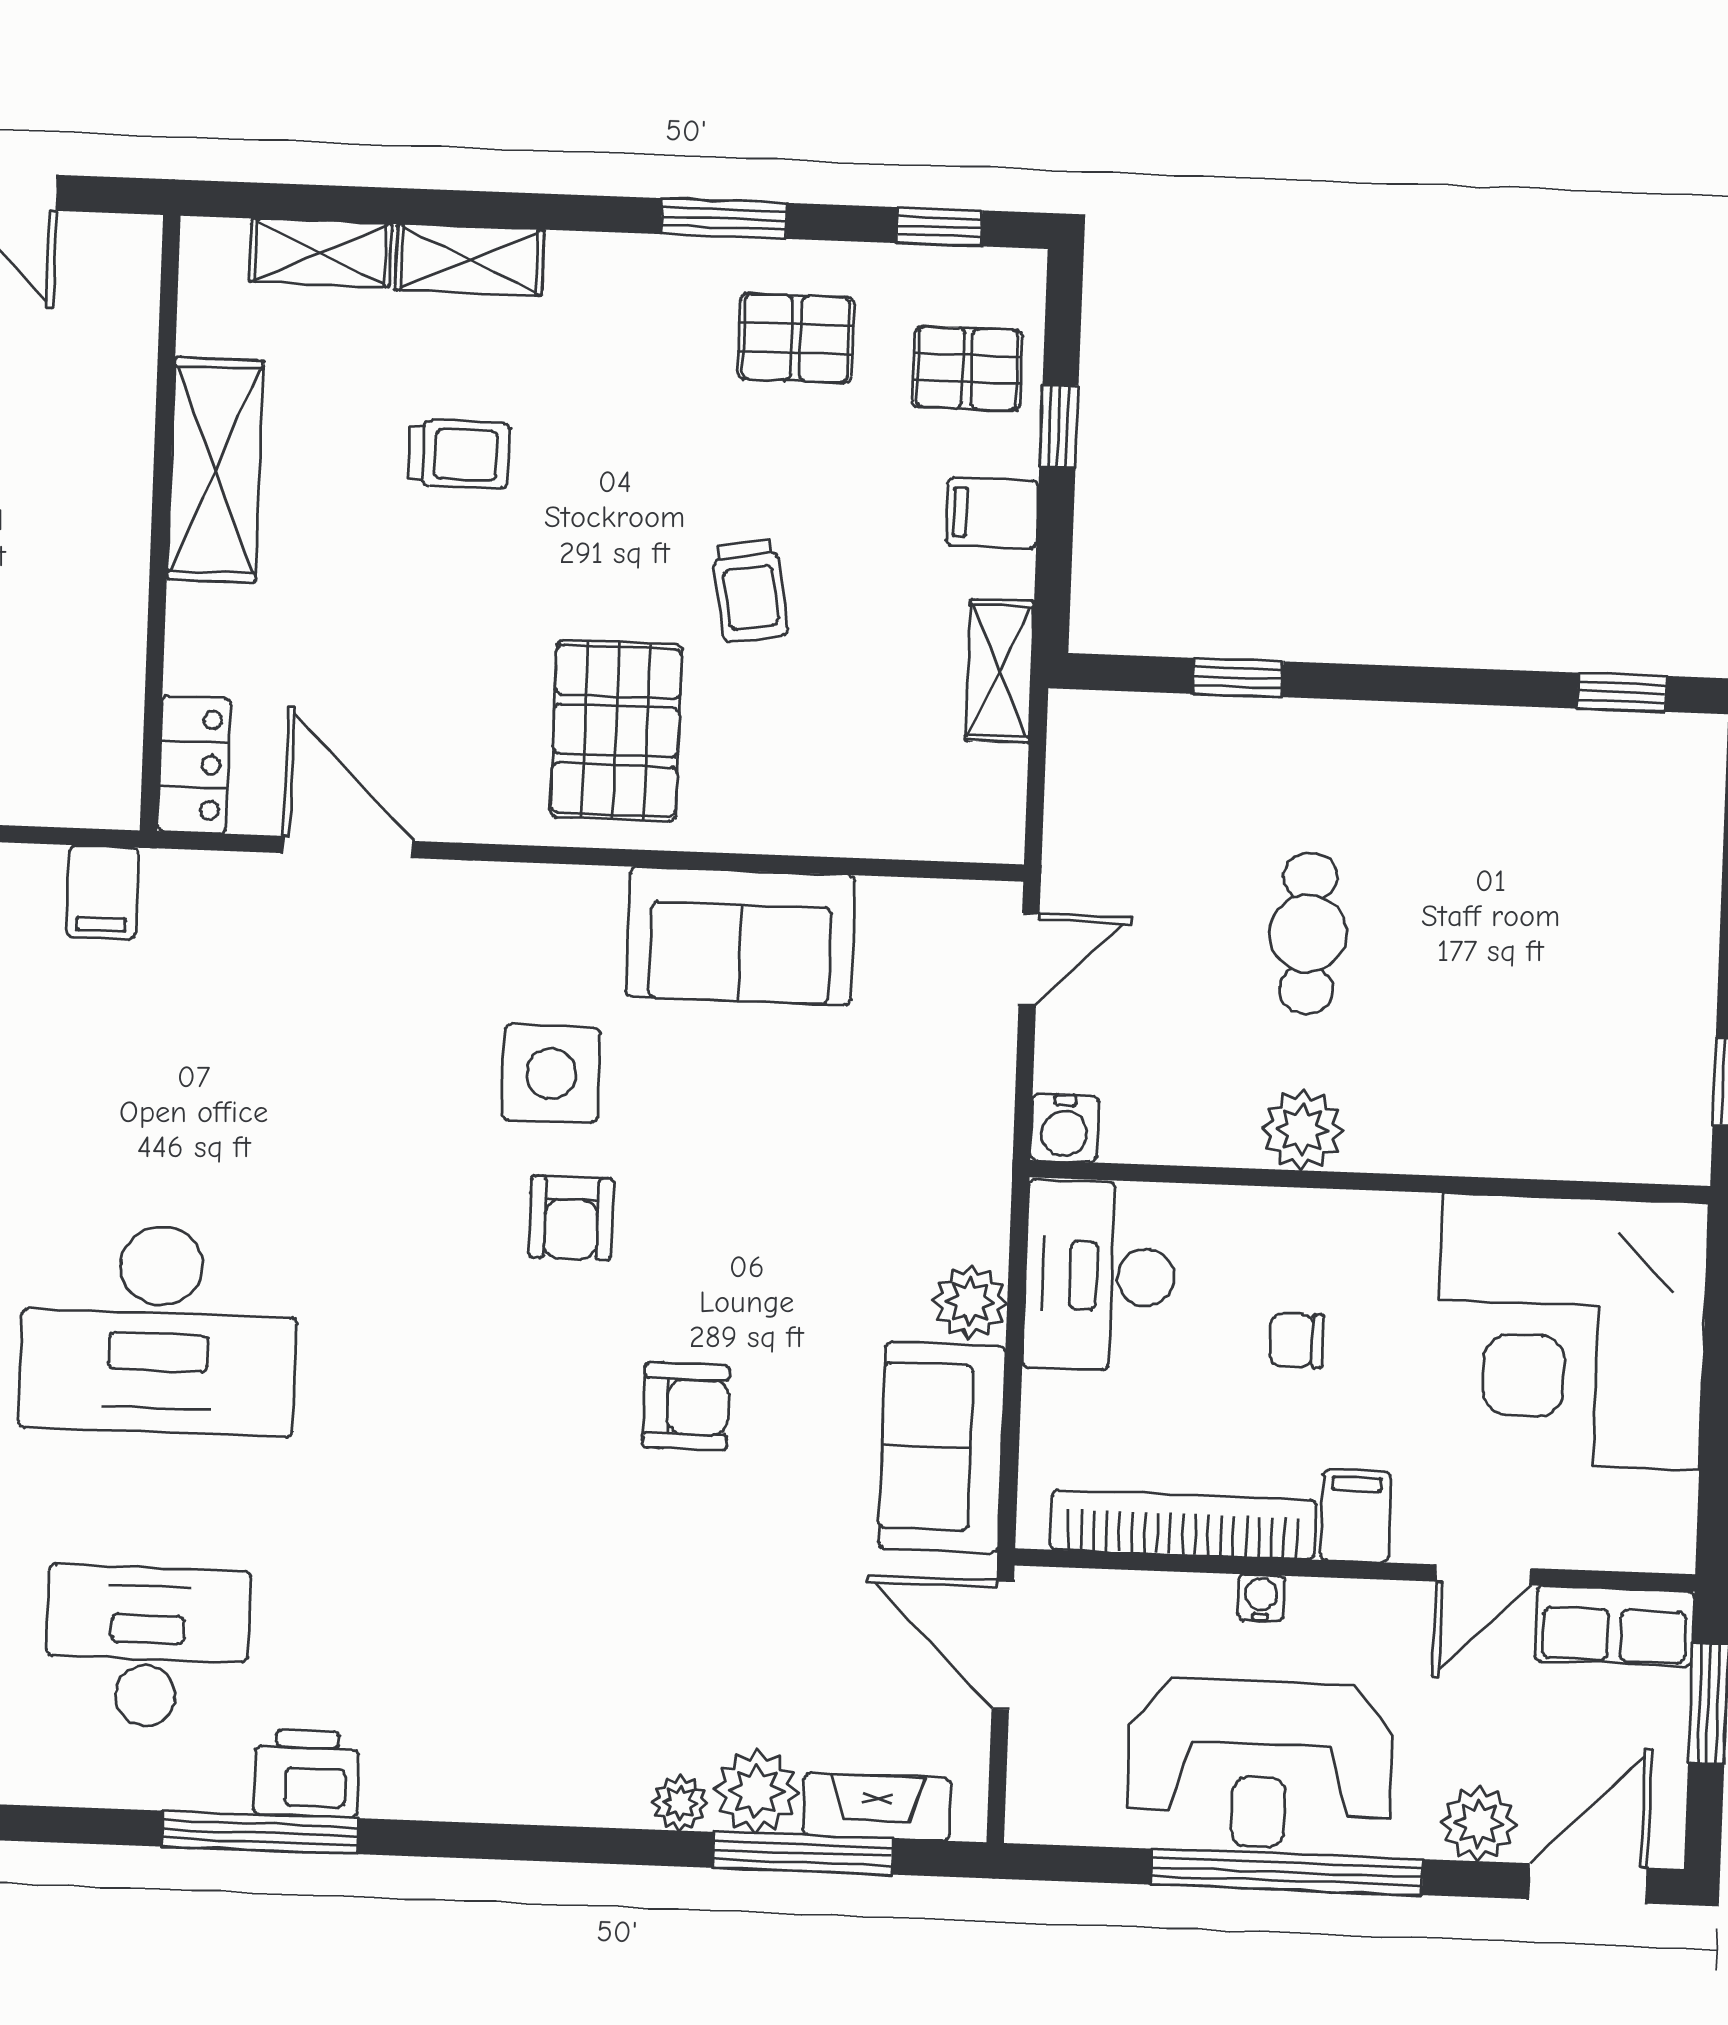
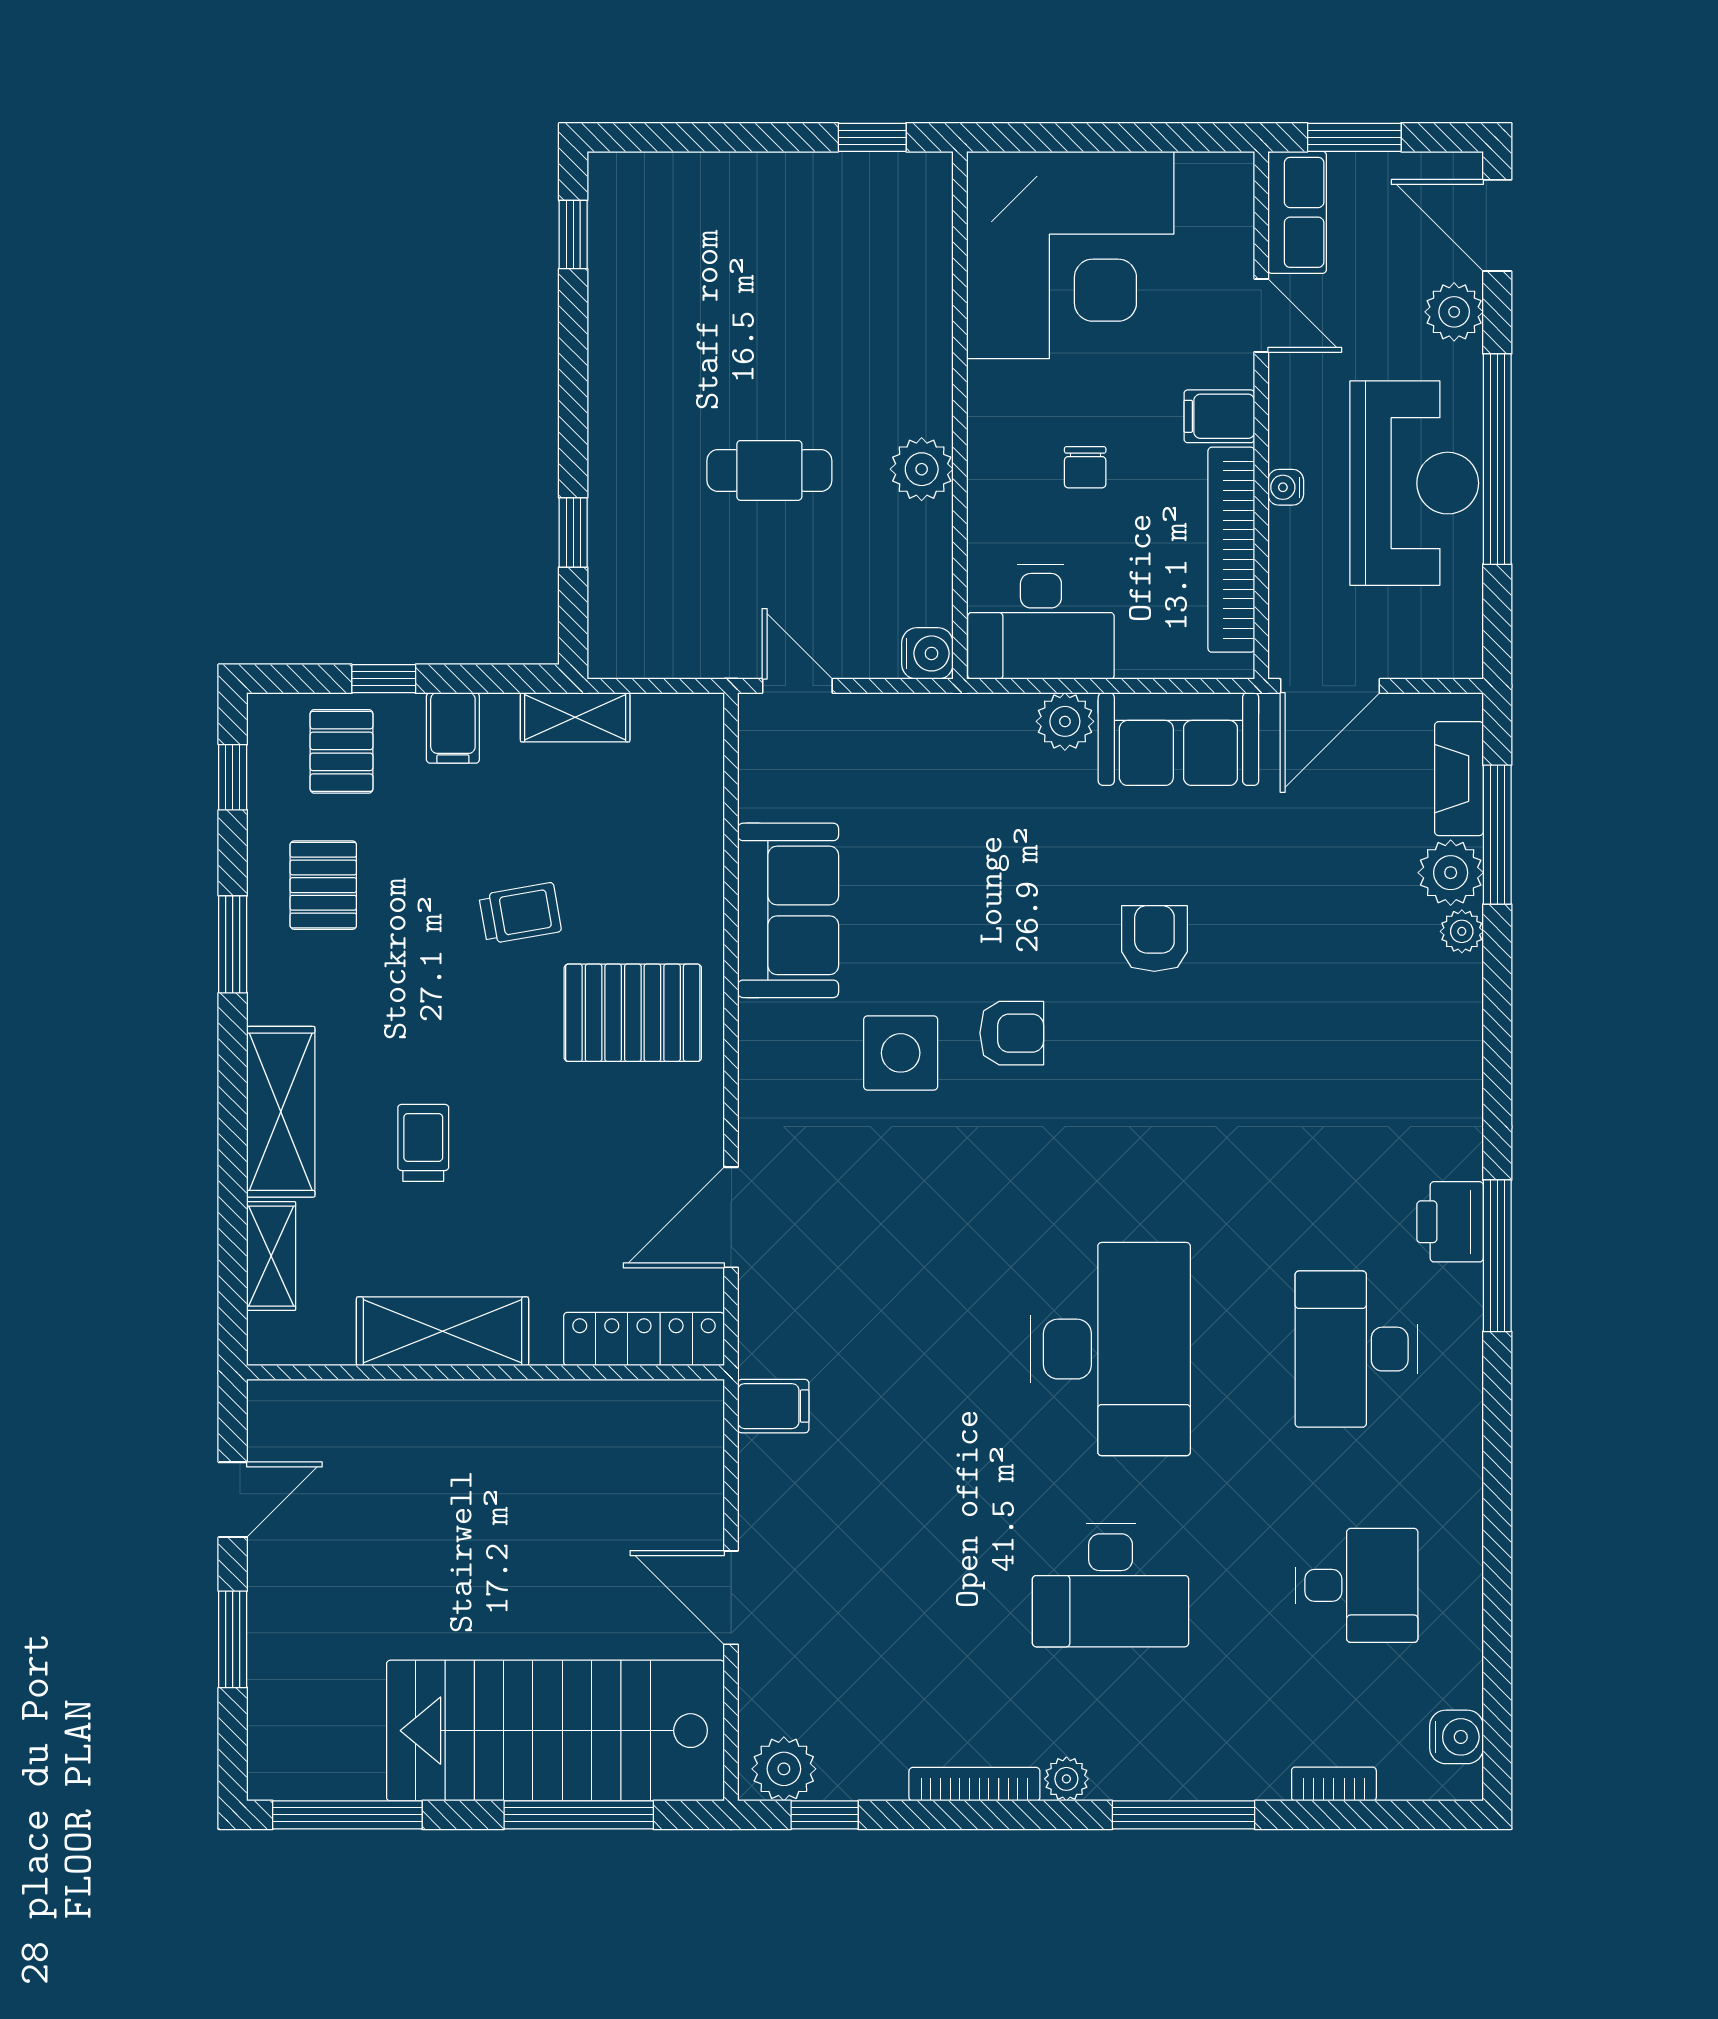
shelving: (470, 260) -> (281, 1112), width x1.50, depth x1.33
locker: (194, 765) -> (644, 1339), width x1.53

